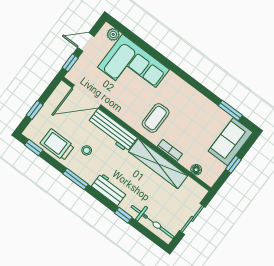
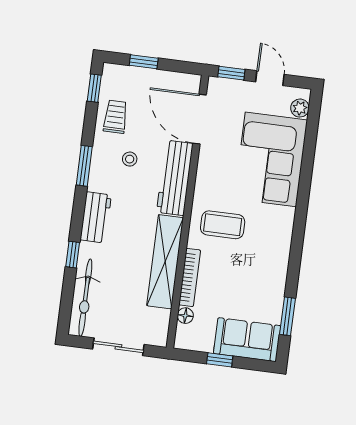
trolley: (57, 145) -> (115, 117), width x0.73, depth x0.72
bookcase: (170, 150) -> (190, 277), width x1.56

